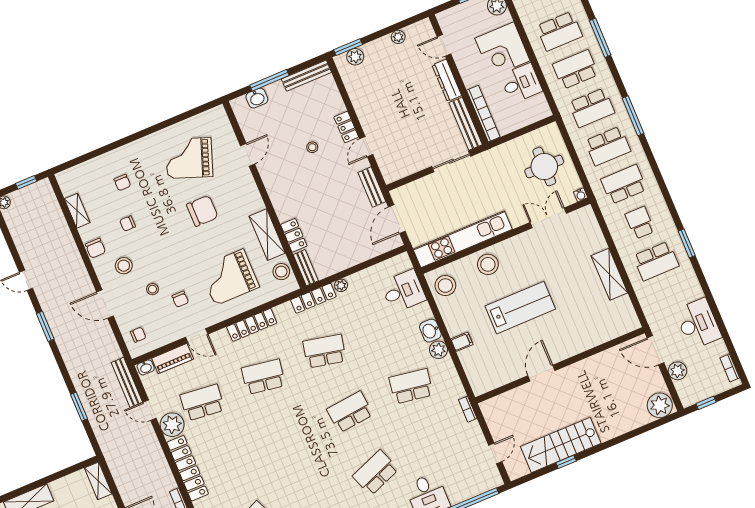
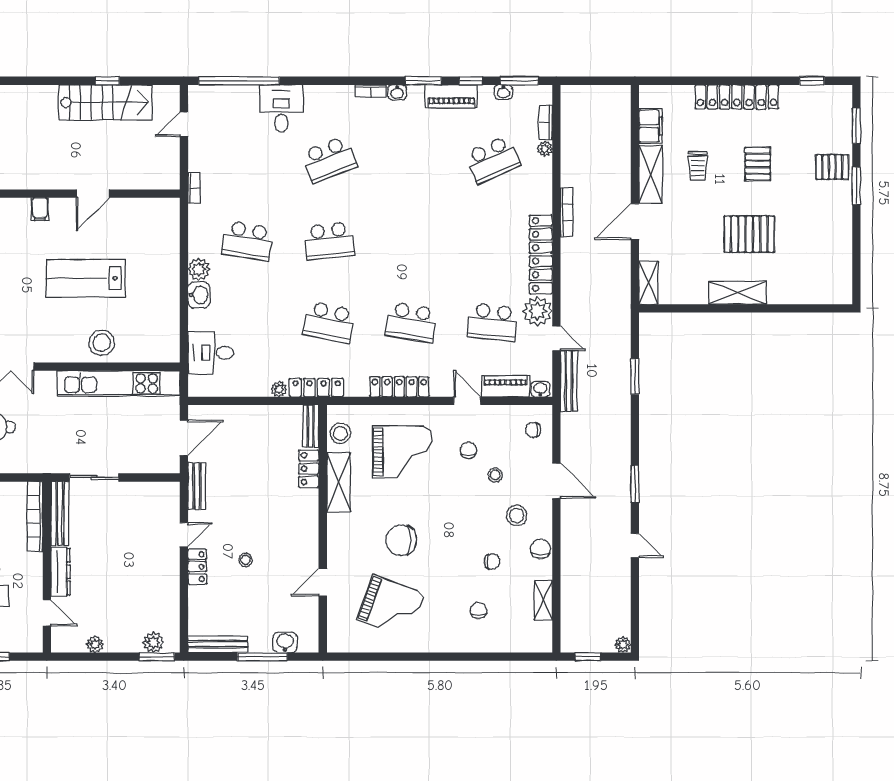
stool: (445, 286) -> (160, 339), removed
filing cabinet: (462, 342) -> (40, 209), moved, turned -90

